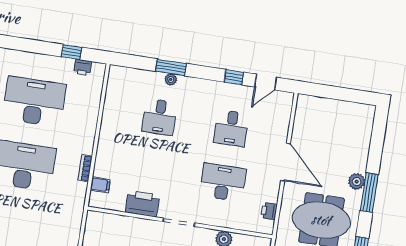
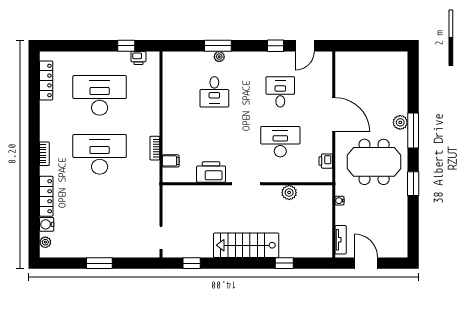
desk: (231, 128) -> (280, 92), turned 180

